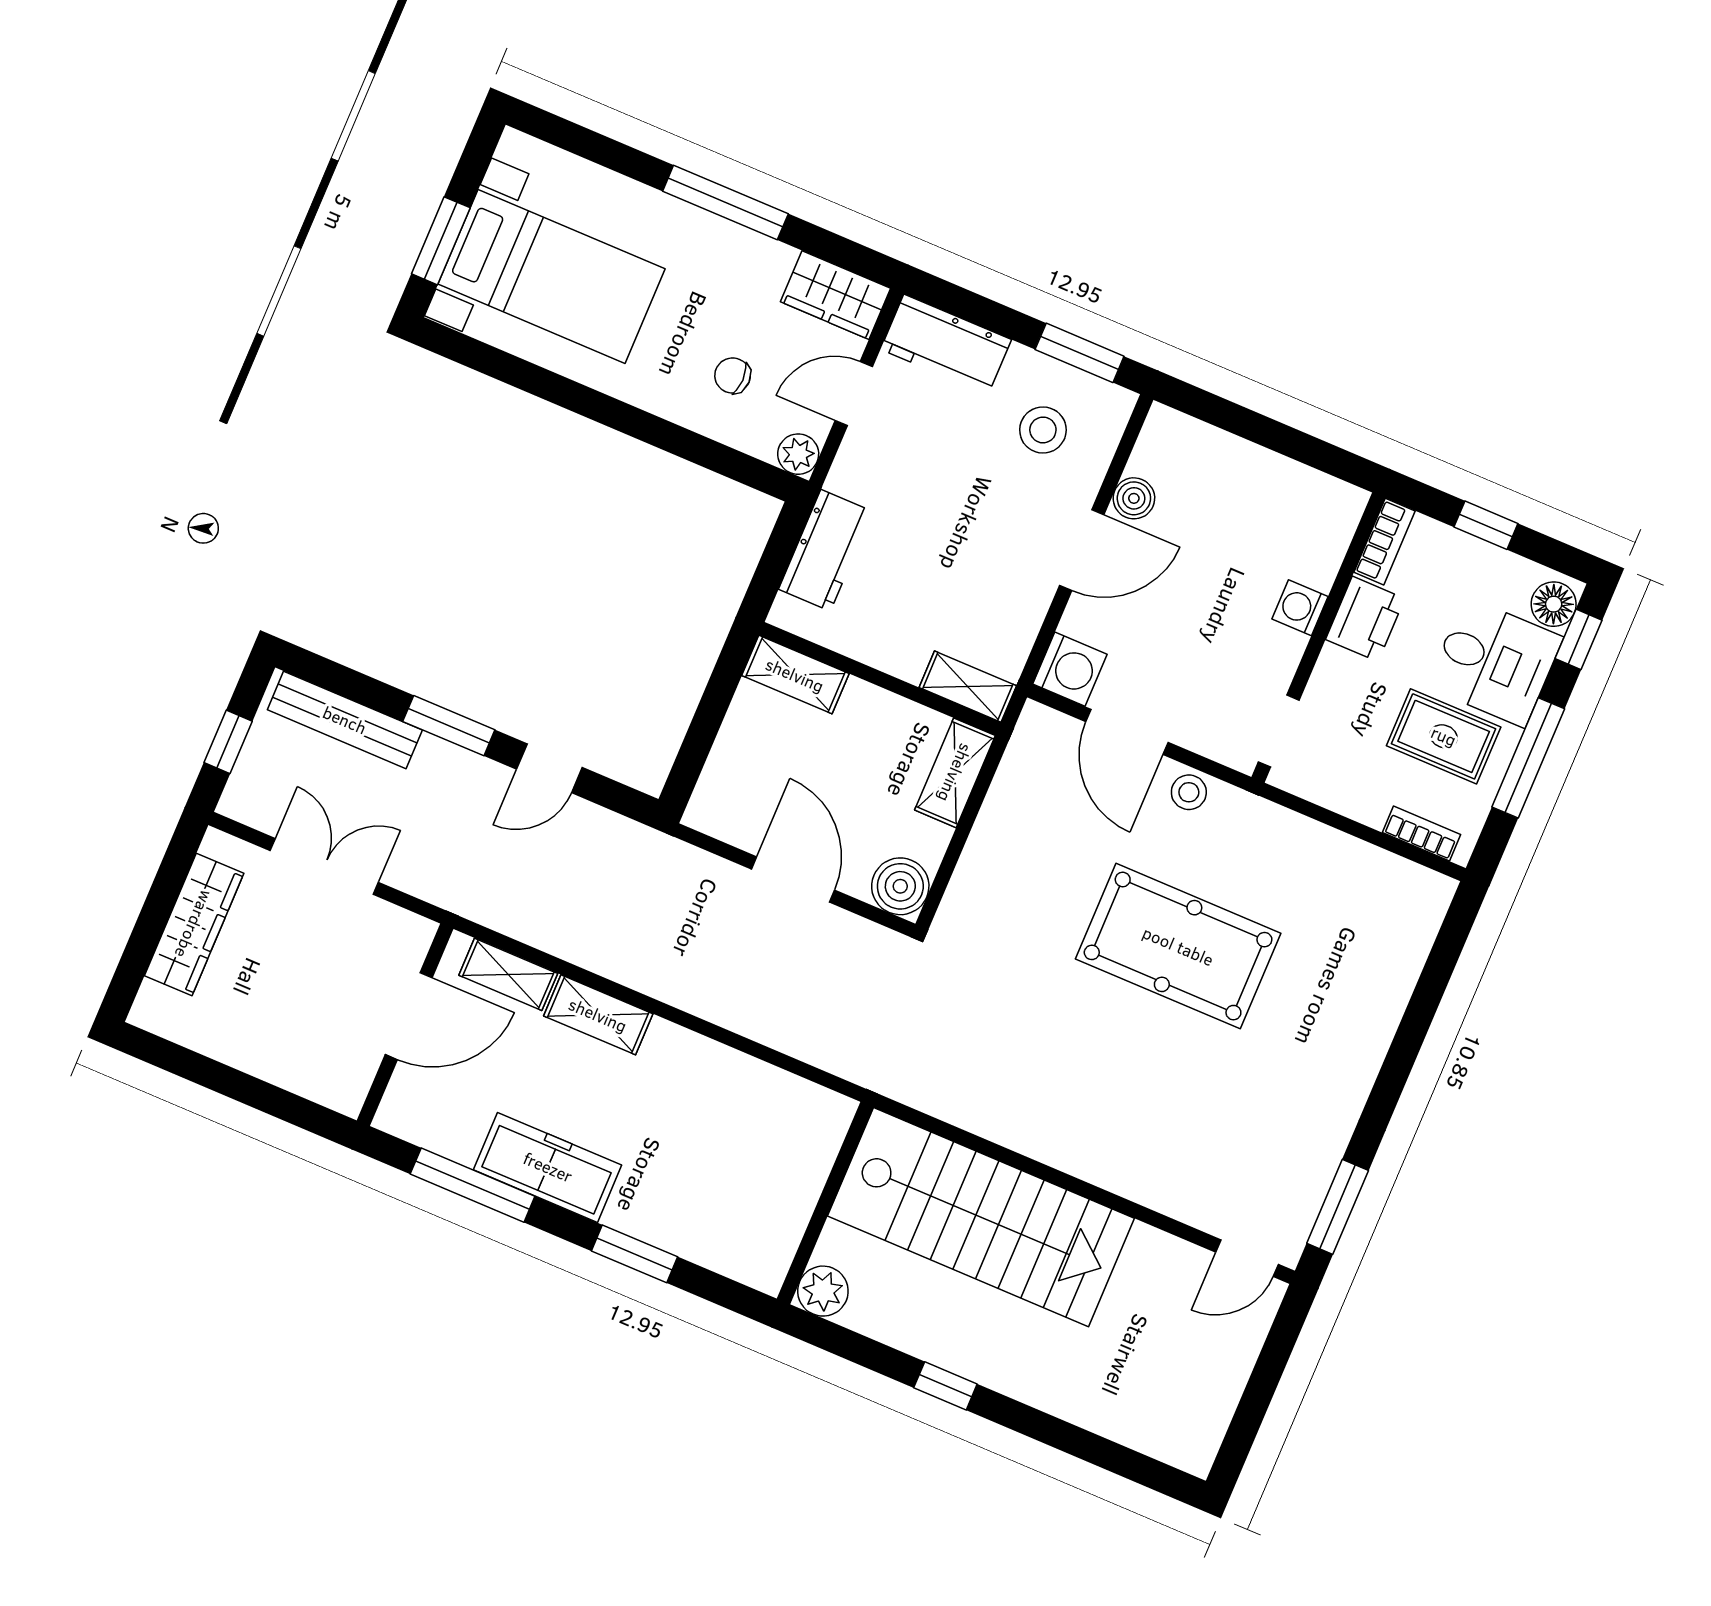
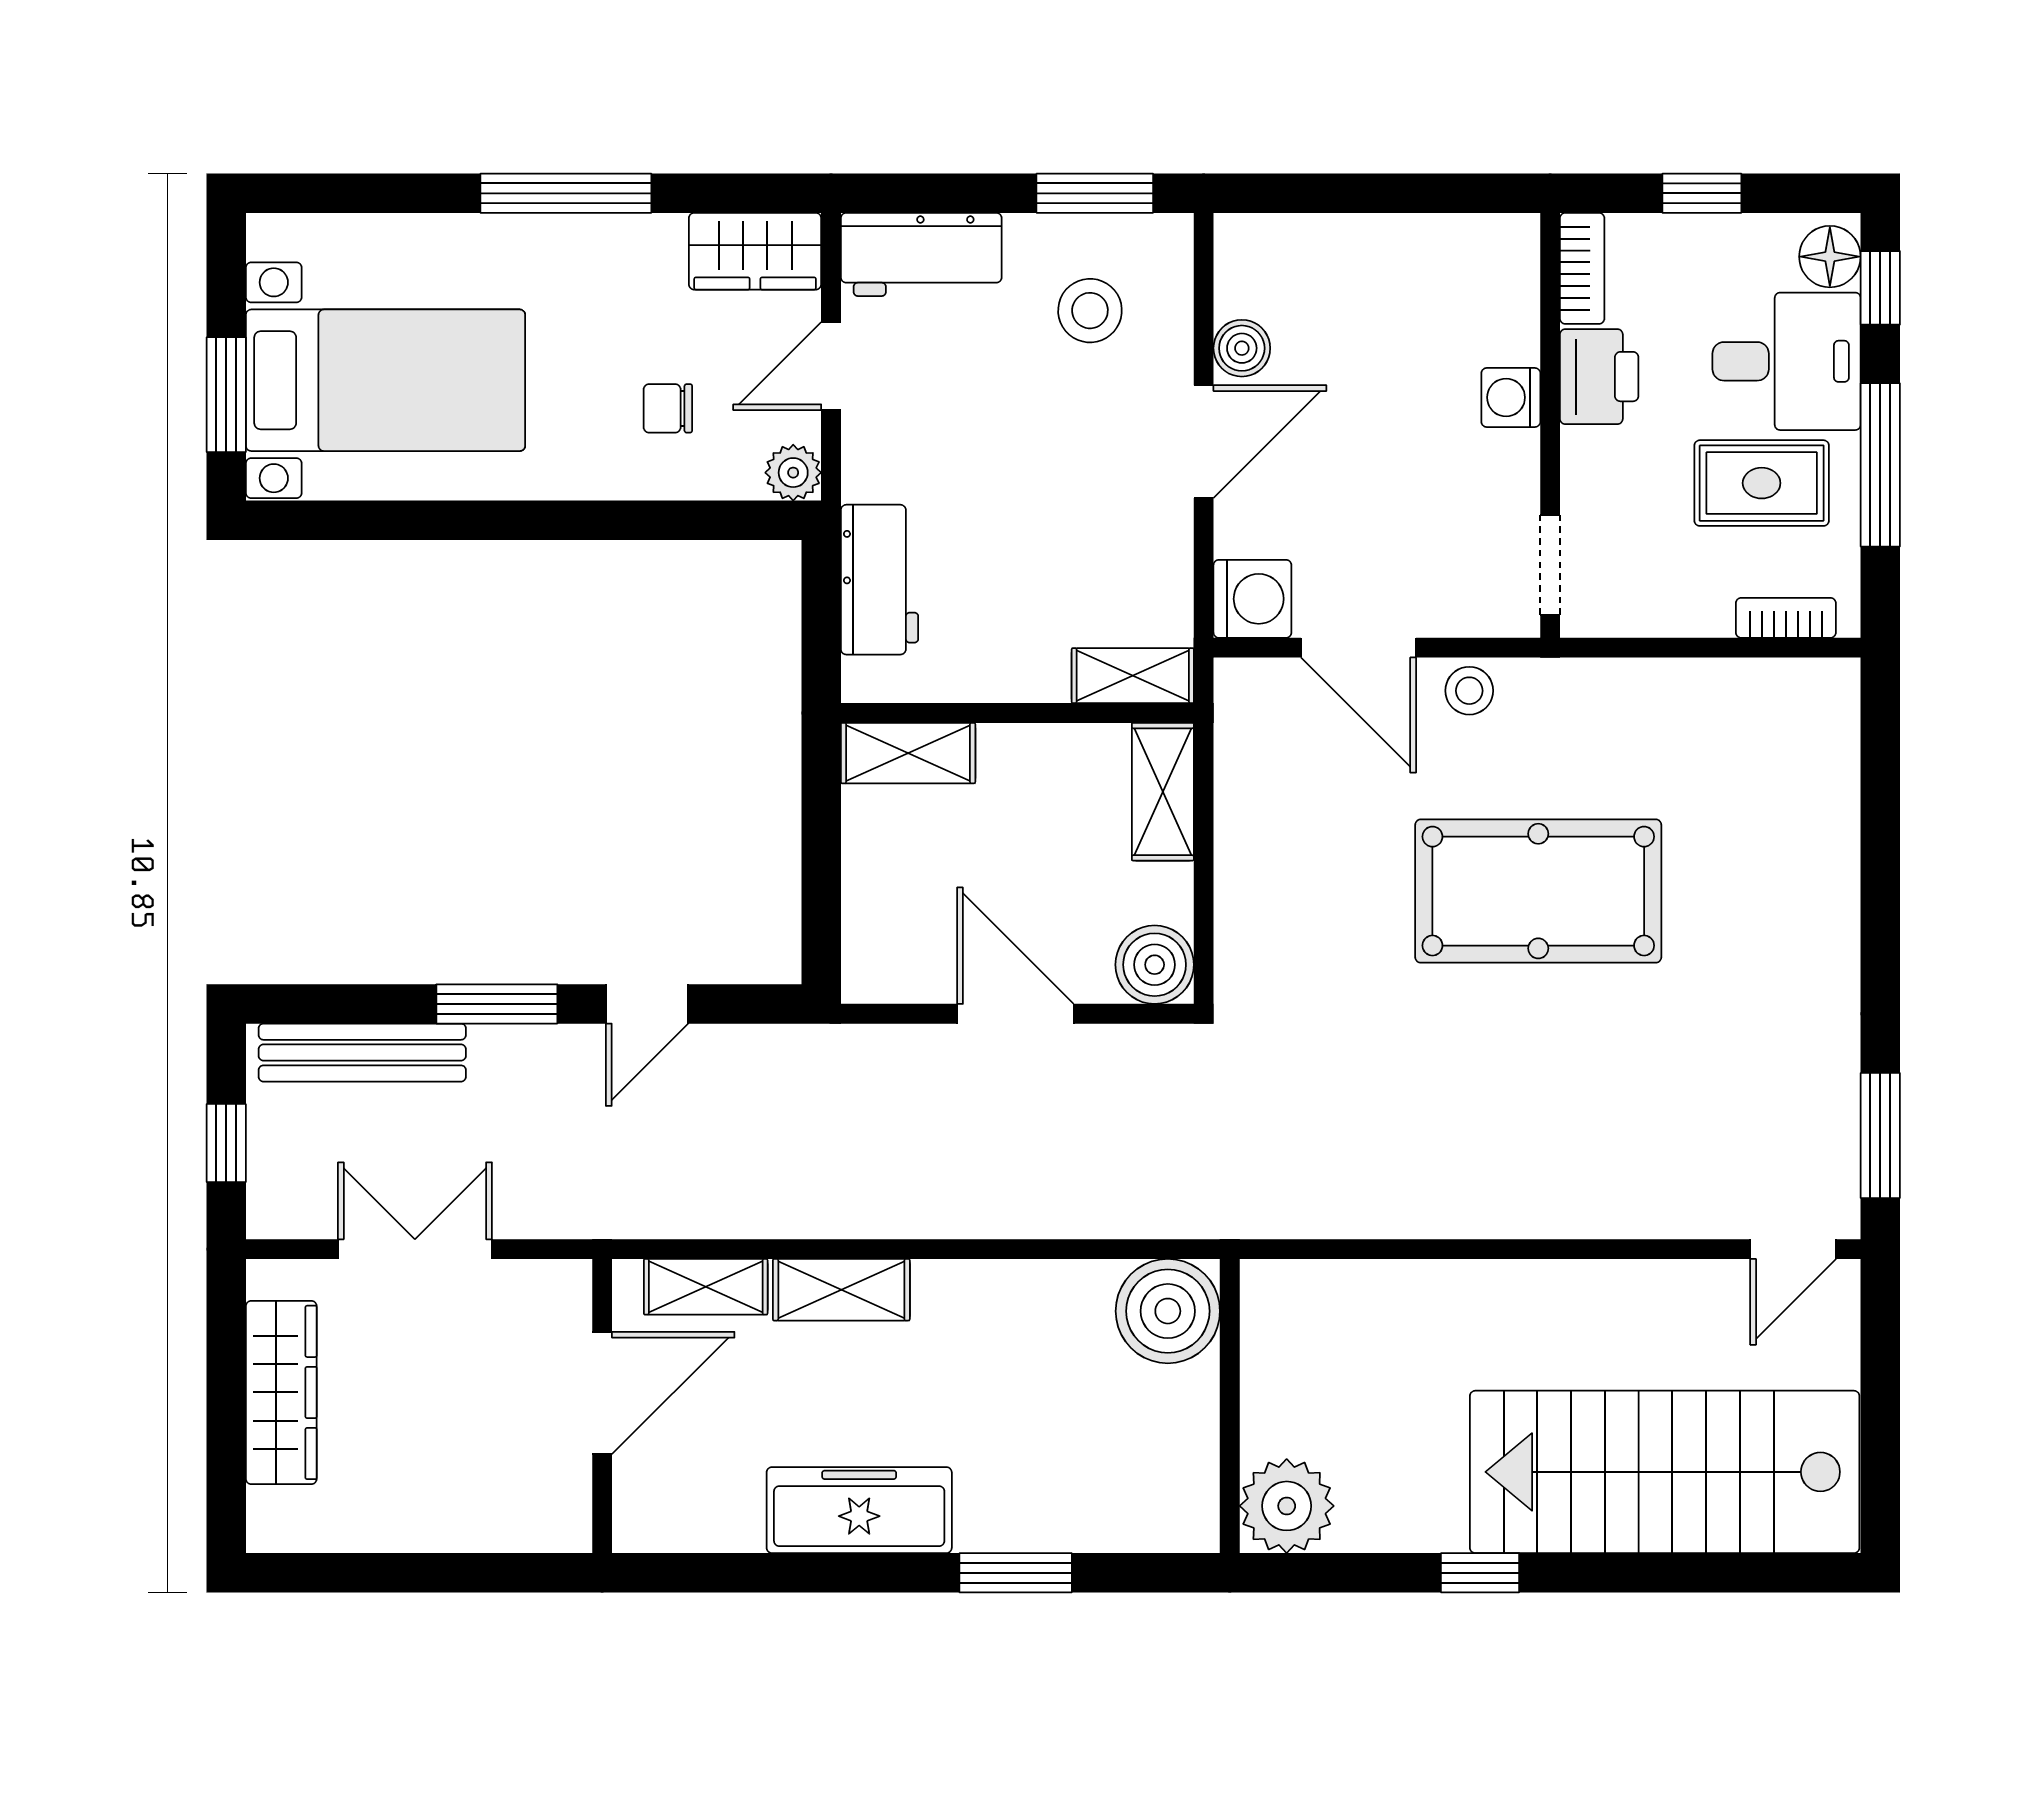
boiler: (811, 1122) -> (1168, 1311), added
window: (473, 1185) -> (774, 1573), removed
stairs: (981, 1217) -> (1665, 1472), moved, turned 180
plant: (823, 1291) -> (1287, 1506), width x1.36, depth x1.36

